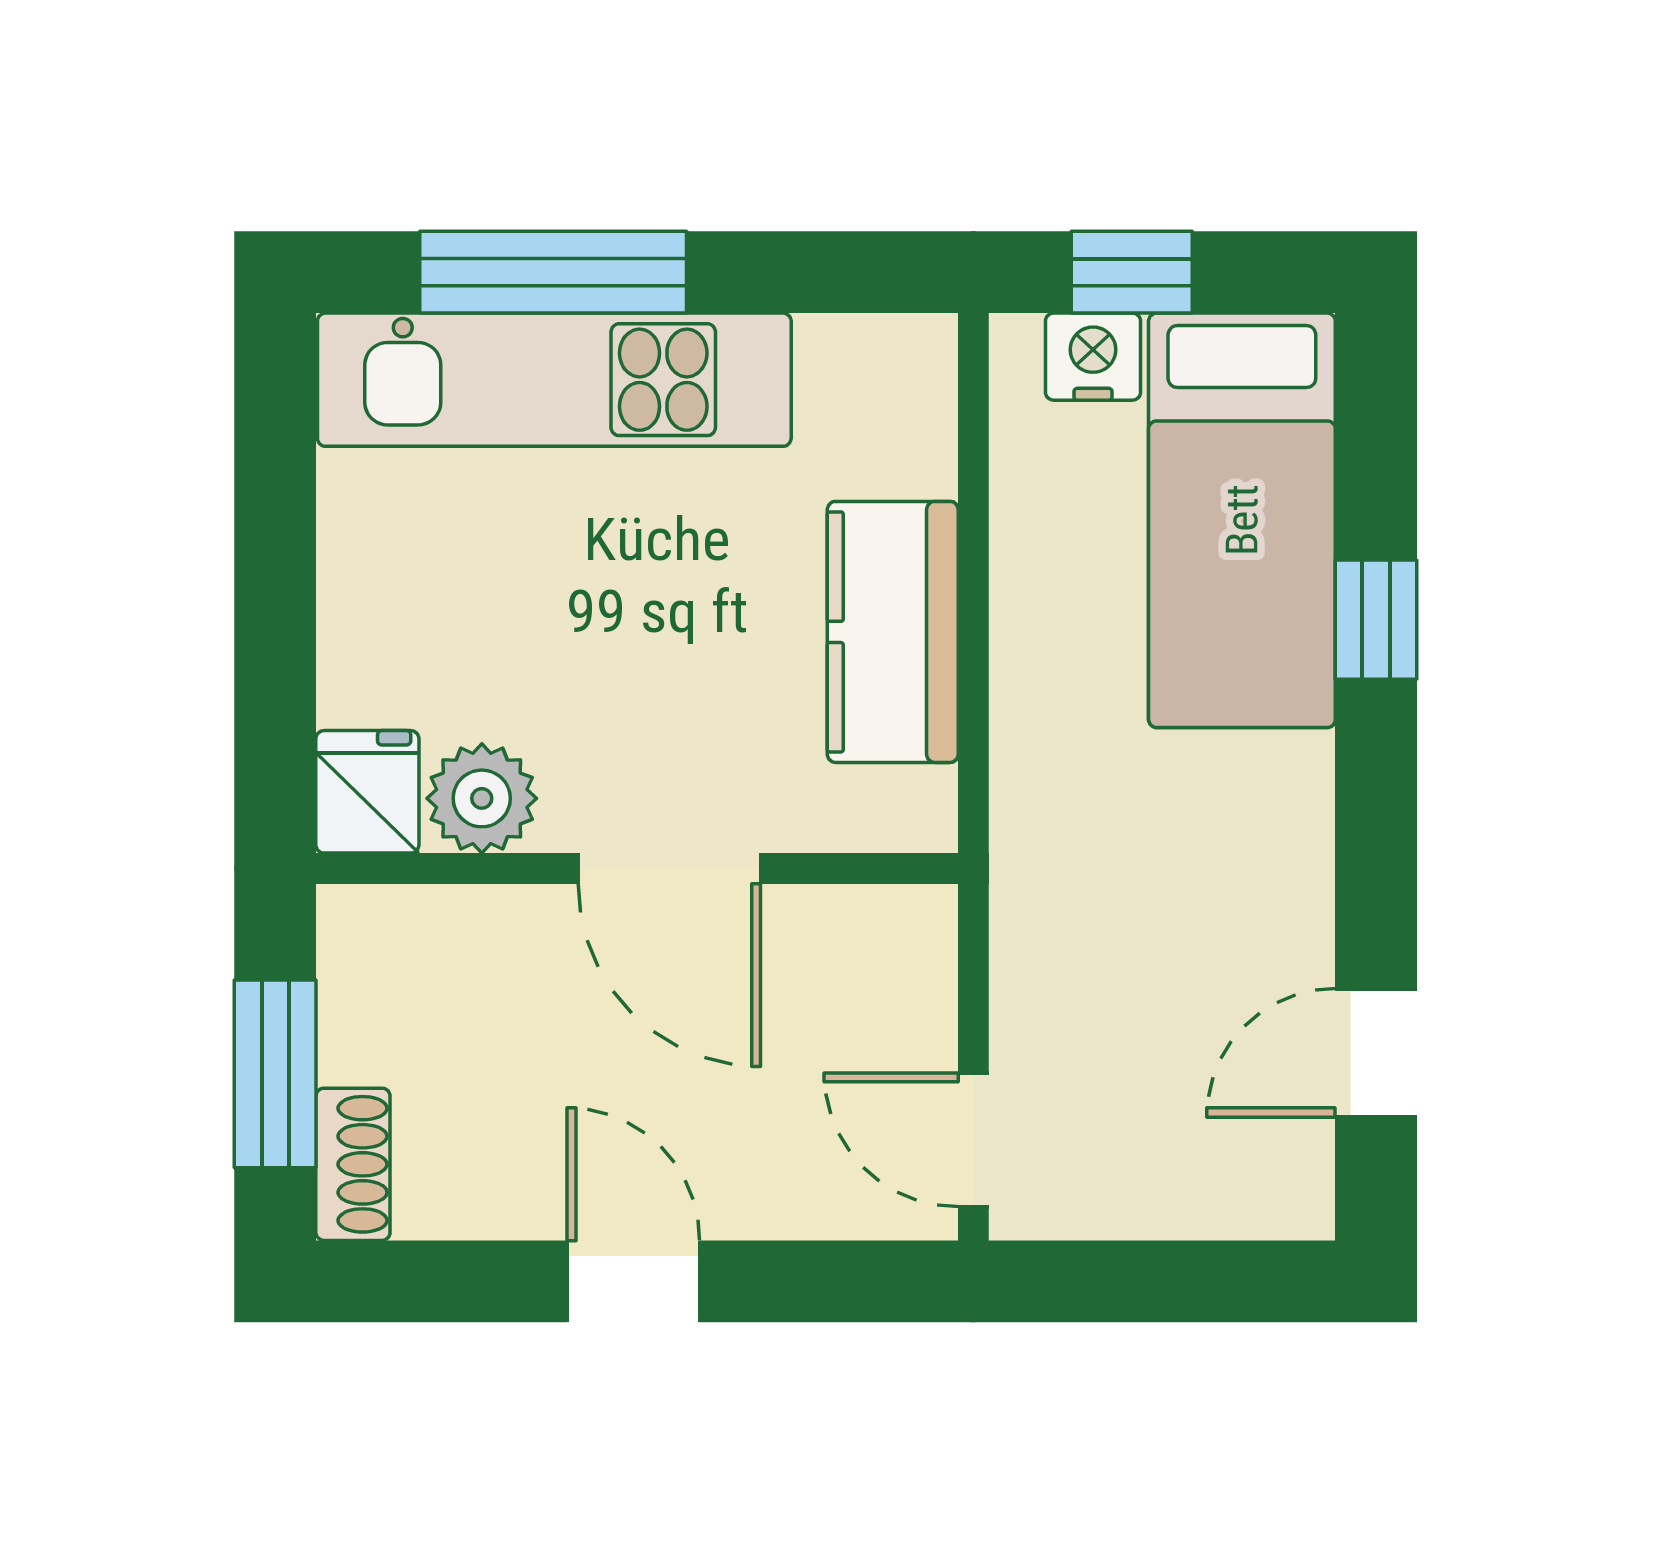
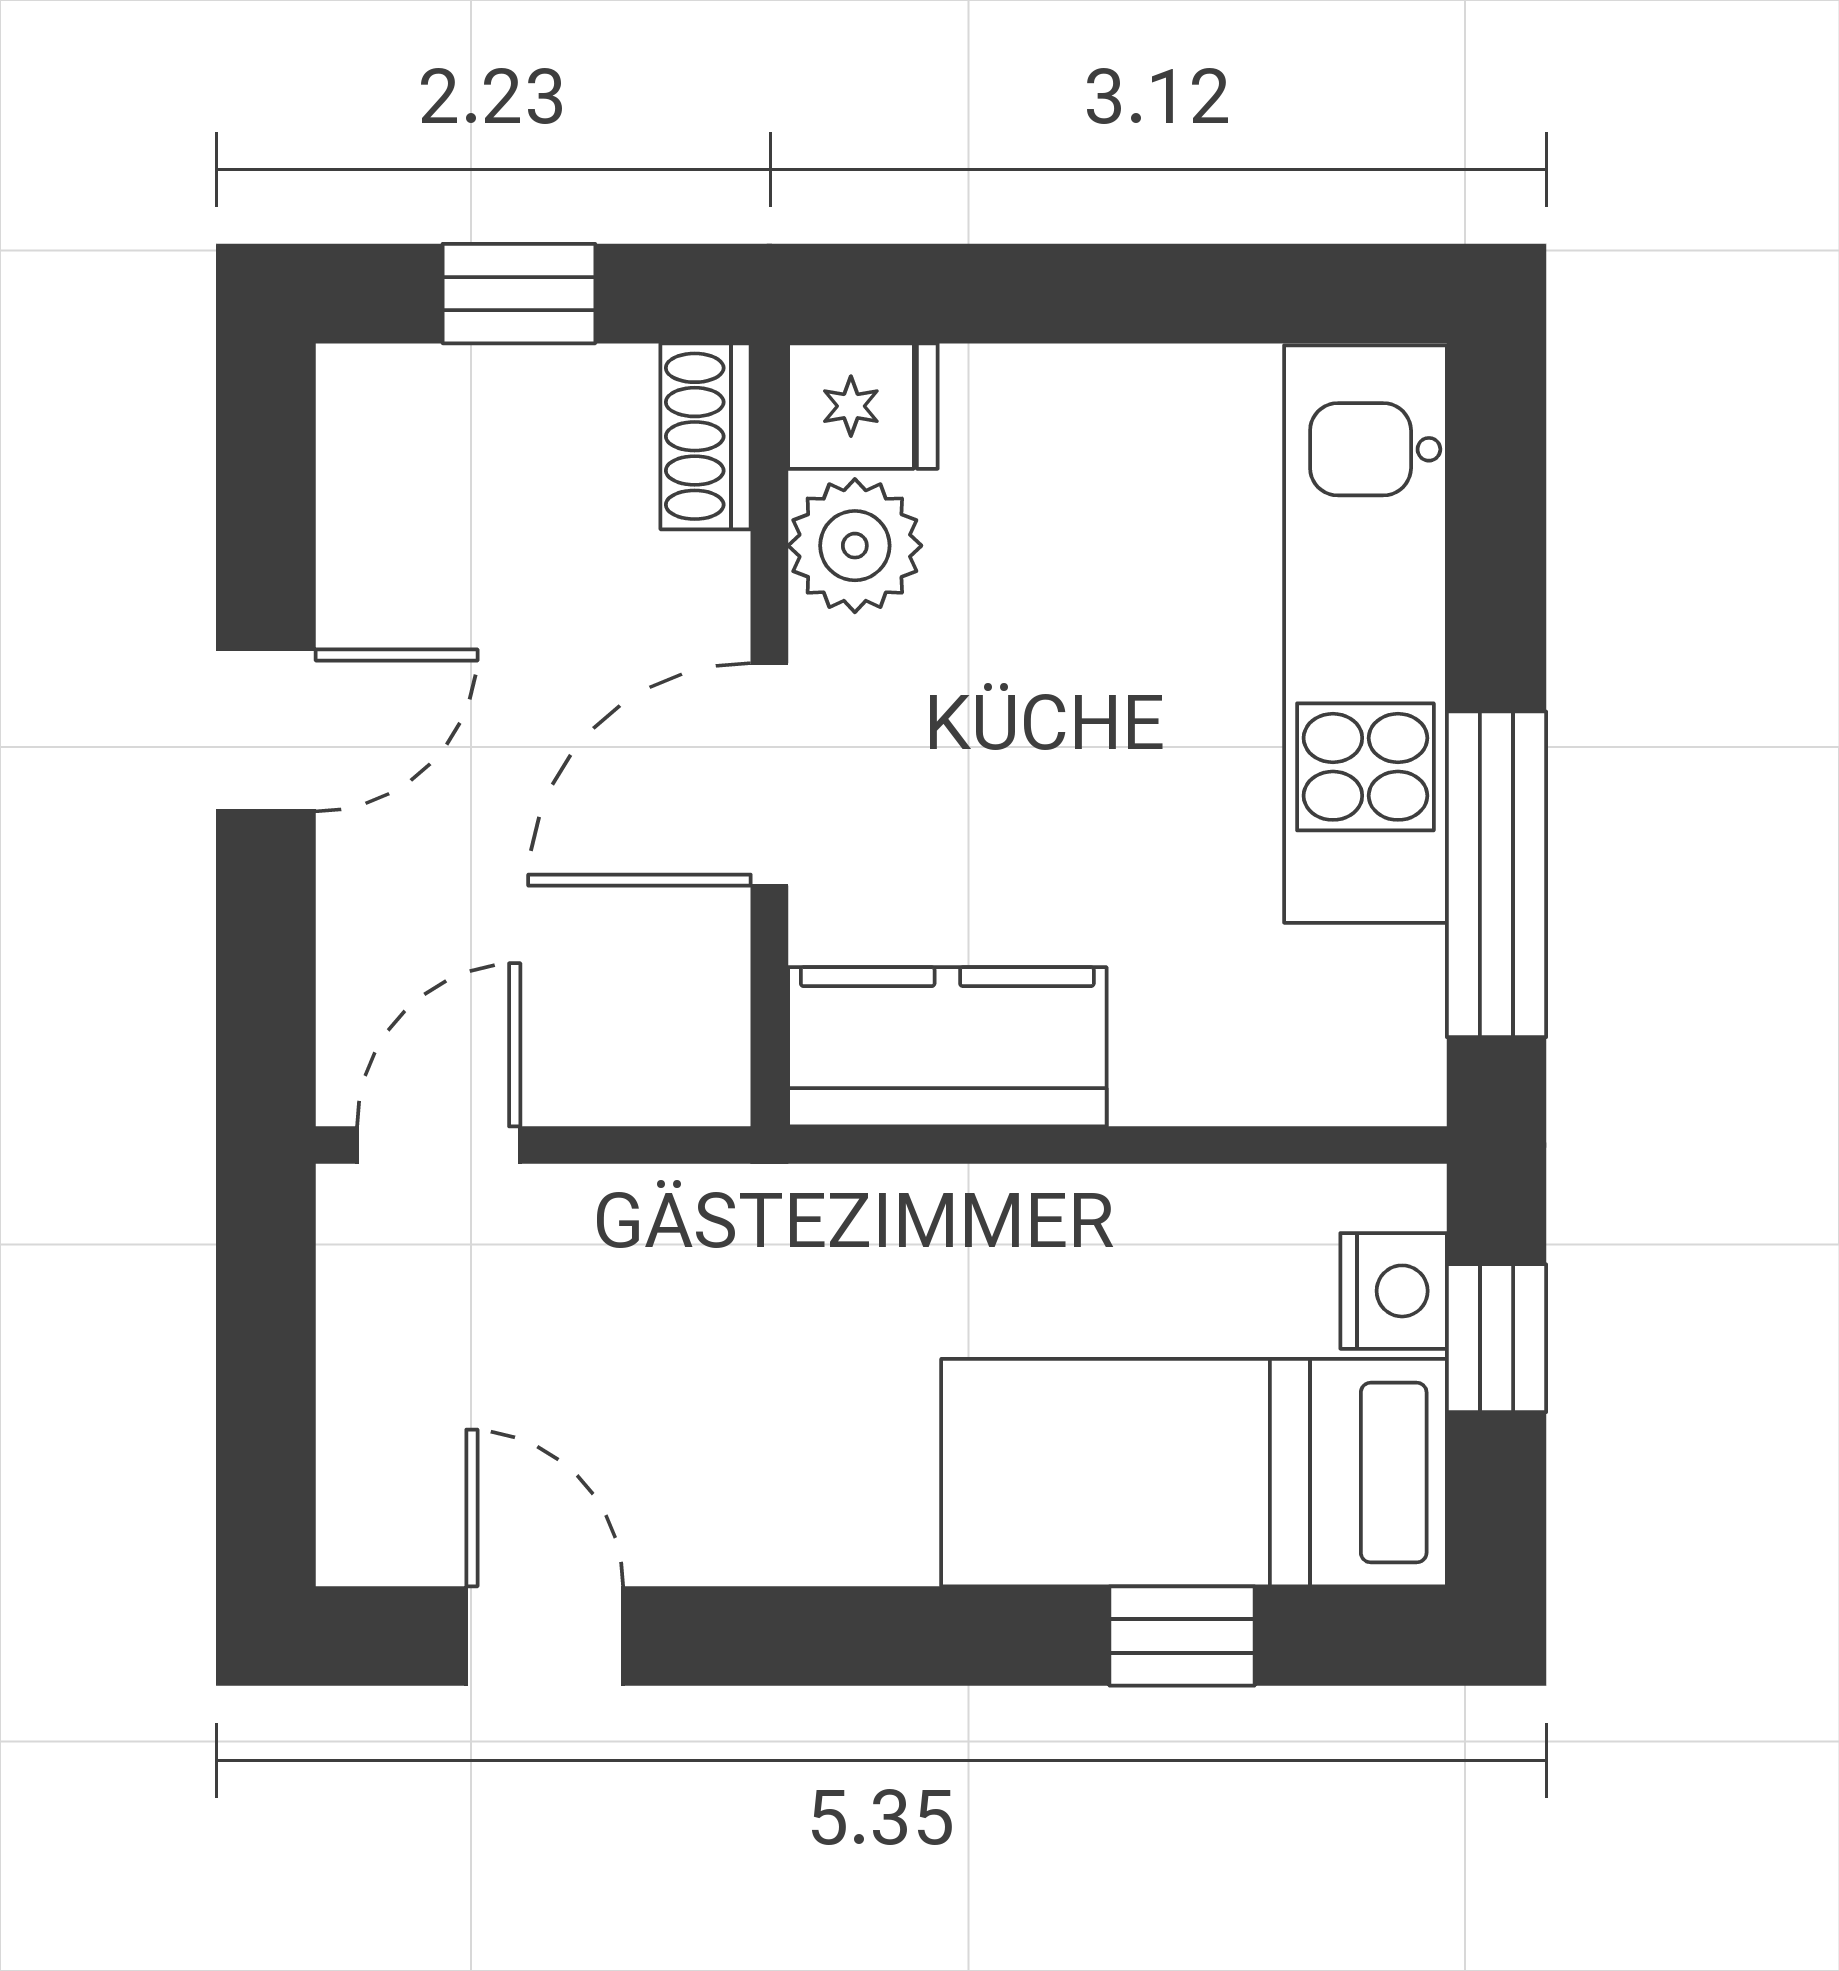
window: (553, 272) -> (1497, 874), moved
window: (1376, 620) -> (1182, 1636), moved
kitchen counter: (893, 632) -> (947, 1047), moved
window: (275, 1074) -> (519, 294), width x0.67
shoe rack: (353, 1164) -> (706, 436), moved, turned 90

